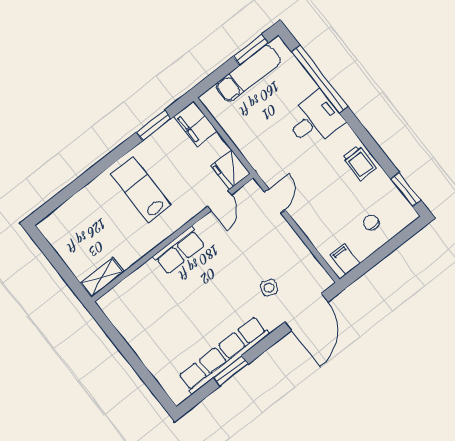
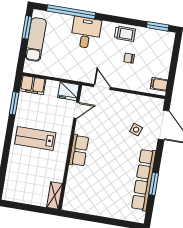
door: (220, 201) -> (76, 110), hinge flipped
chair: (371, 223) -> (129, 58), moved

